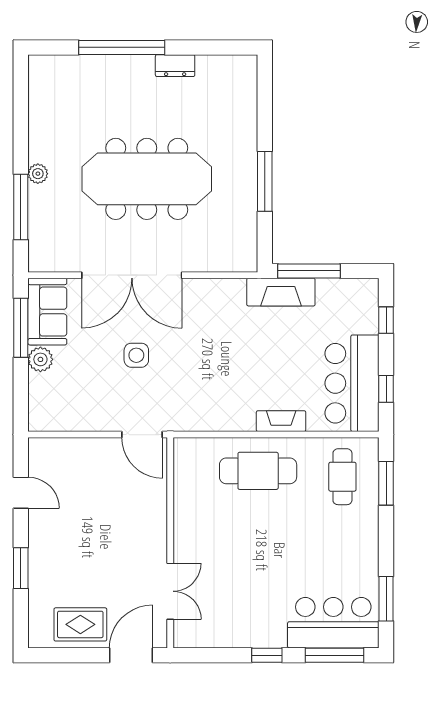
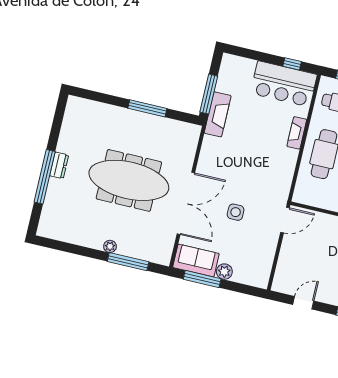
dresser: (175, 66) -> (59, 165), moved
meeting table: (147, 179) -> (129, 180), turned 90
window: (386, 320) -> (250, 54), removed

